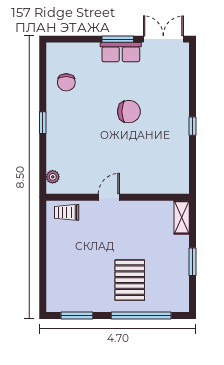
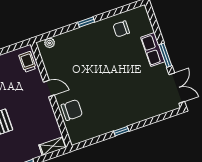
row of seats: (121, 52) -> (153, 50), moved
chair: (129, 112) -> (72, 110), moved, turned -90

